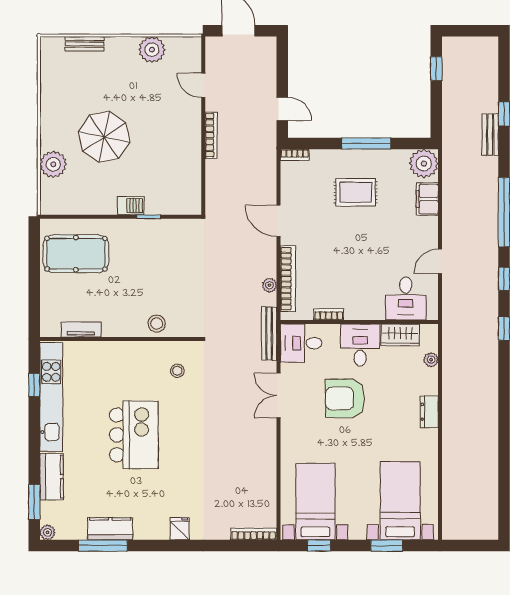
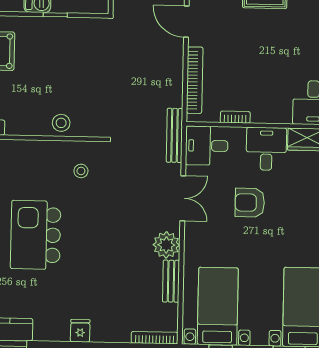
plant: (269, 285) -> (166, 245), moved, width x1.87, depth x1.87
double door: (278, 396) -> (183, 198), swing flipped
armchair: (345, 398) -> (250, 203), width x0.73, depth x0.73
kitchen island: (134, 435) -> (36, 235), turned 180
bench: (269, 478) -> (171, 281), added

